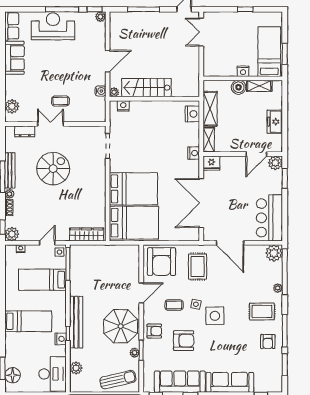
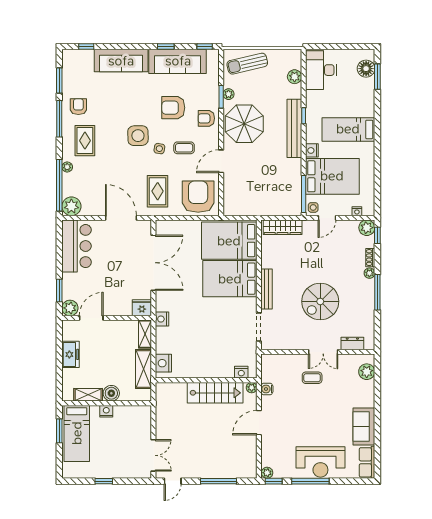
bench: (10, 170) -> (267, 289), moved
bed: (42, 280) -> (332, 176), width x1.50
rug: (262, 311) -> (85, 141), turned 90
nightstand: (61, 339) -> (312, 150), moved

